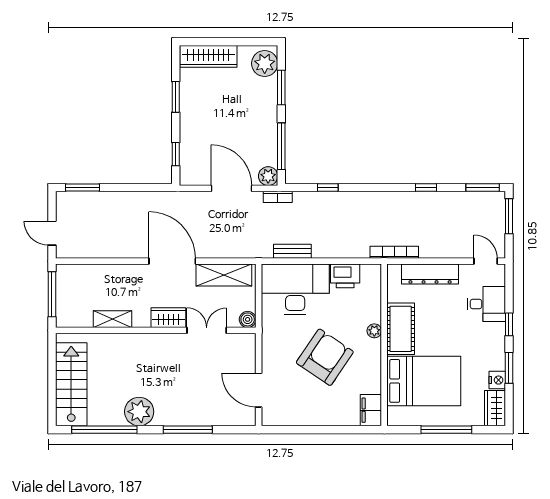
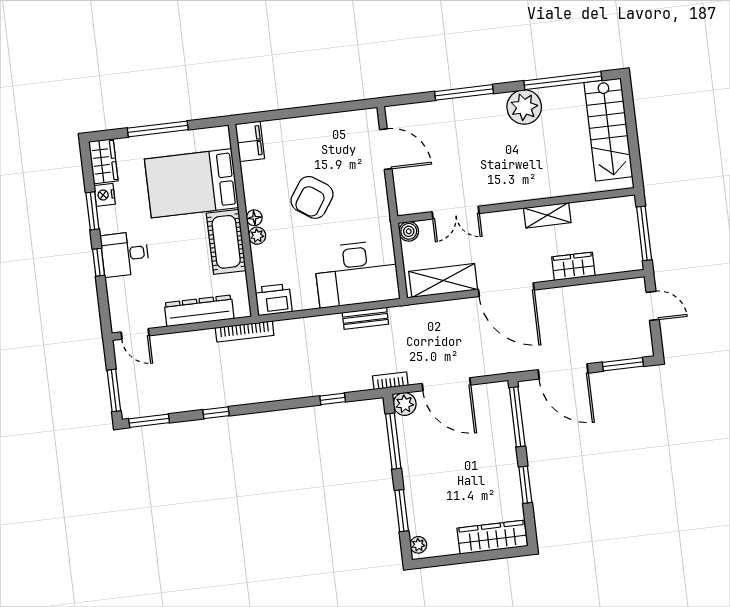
plant: (265, 63) -> (418, 545), width x0.53, depth x0.53
window: (176, 154) -> (517, 417), width x2.17
door: (133, 187) -> (563, 371), added
printer: (345, 276) -> (274, 300), moved
desk: (486, 304) -> (125, 254), moved
wardrobe: (168, 318) -> (573, 266), moved, turned 180
shelving: (112, 319) -> (547, 215), moved
floor lamp: (375, 346) -> (254, 218), added
armchair: (325, 357) -> (312, 197), width x0.73, depth x0.73

